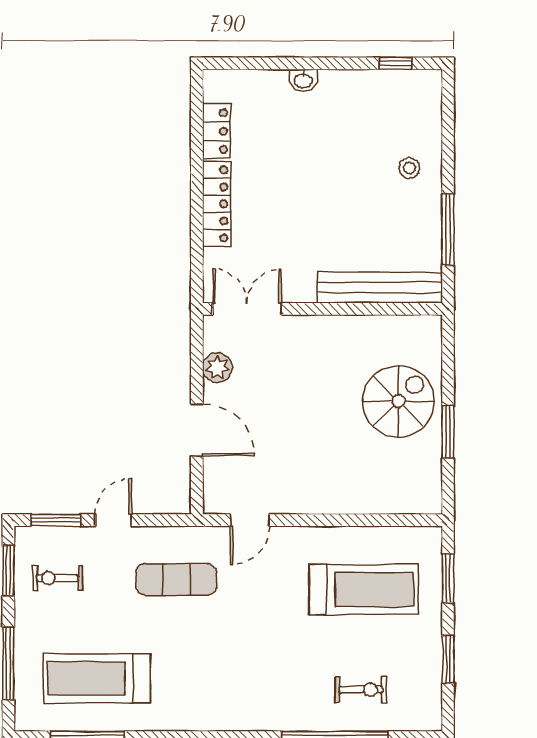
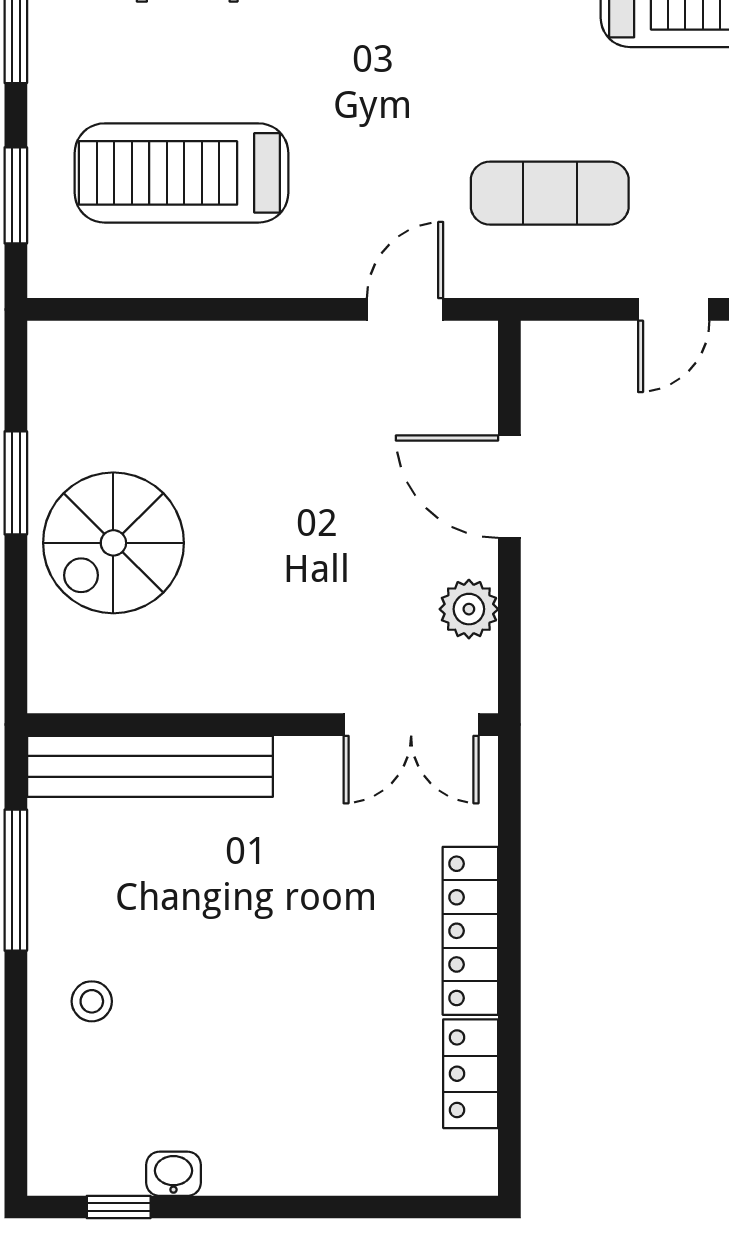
washbasin: (303, 80) -> (173, 1174), moved

